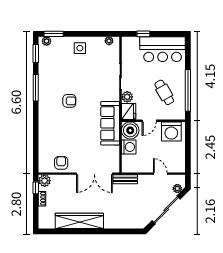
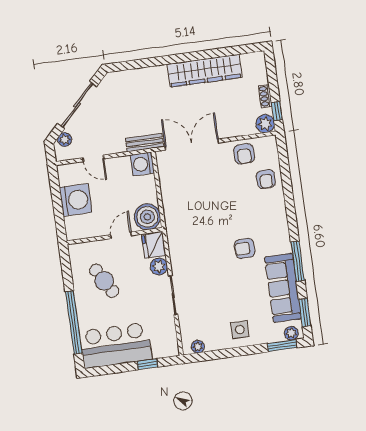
window: (188, 90) -> (74, 323), moved
sofa: (110, 123) -> (283, 288), moved, turned 180
washing machine: (171, 131) -> (76, 200), moved, turned 90
armchair: (49, 144) -> (266, 179), added
washing machine: (129, 147) -> (142, 164), moved

